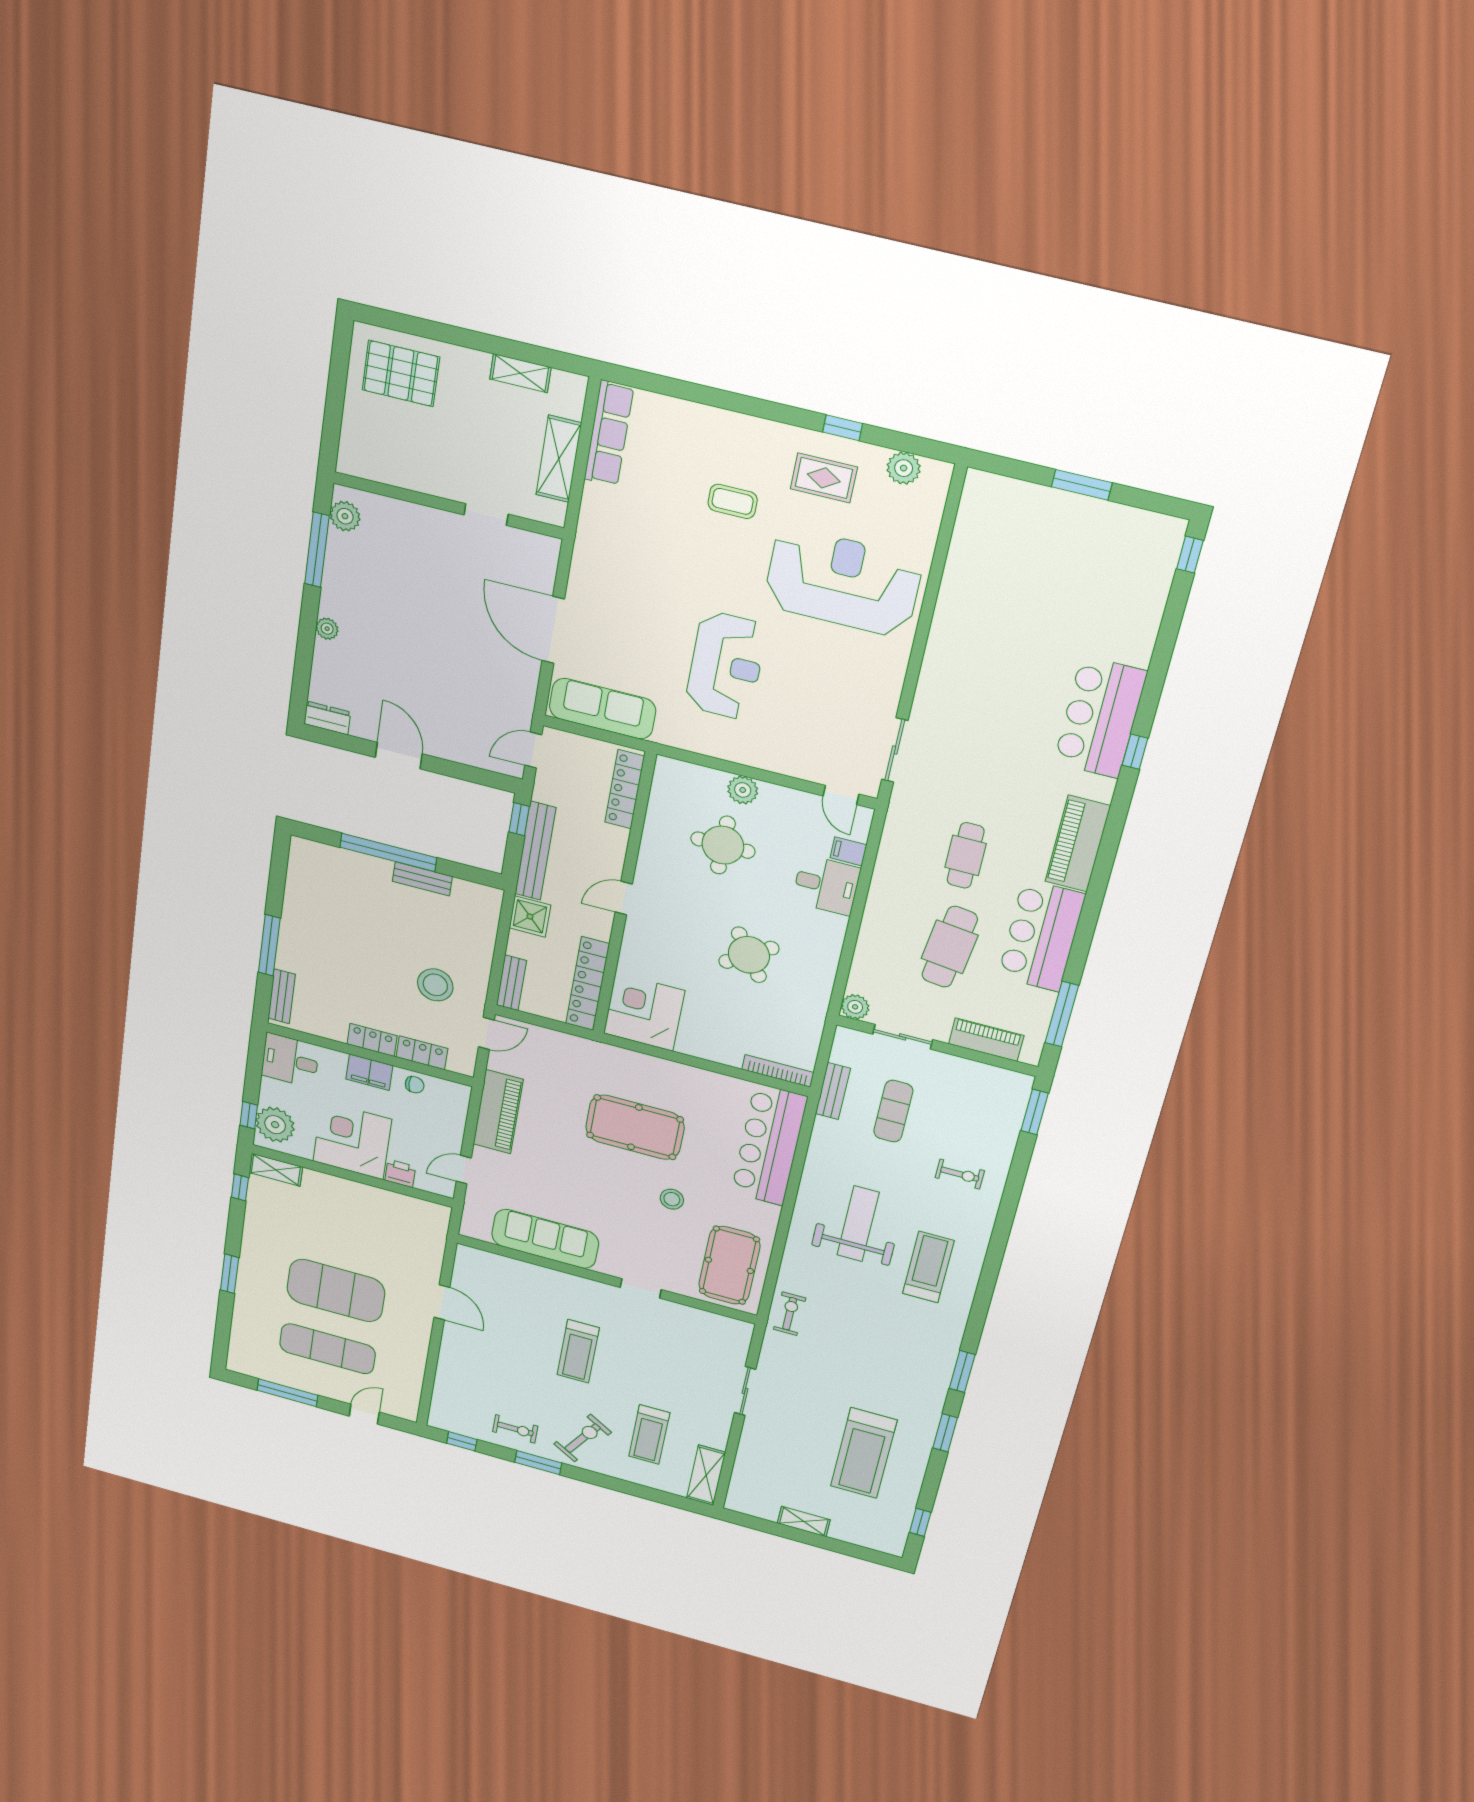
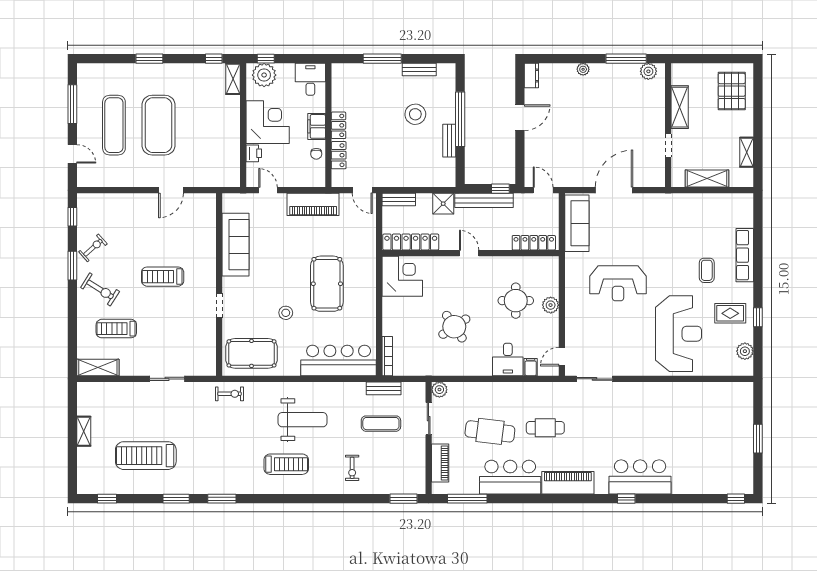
row of seats: (609, 433) -> (745, 255), moved, turned 90
shelving: (418, 476) -> (680, 107), added
rug: (824, 478) -> (730, 313), turned 90
stool: (435, 985) -> (415, 114), moved
bench: (282, 996) -> (419, 69), moved
exercise bike: (515, 1429) -> (93, 248), turned -132

